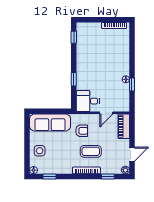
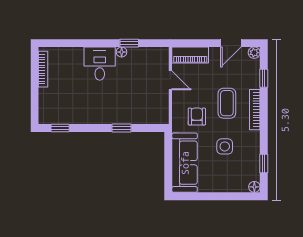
desk: (88, 101) -> (100, 64), moved, turned 180
side table: (40, 151) -> (225, 146), moved
door: (132, 154) -> (231, 43), swing flipped

